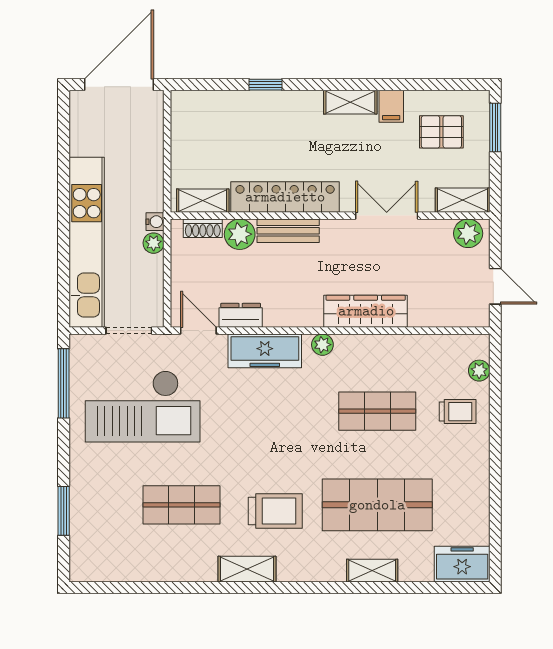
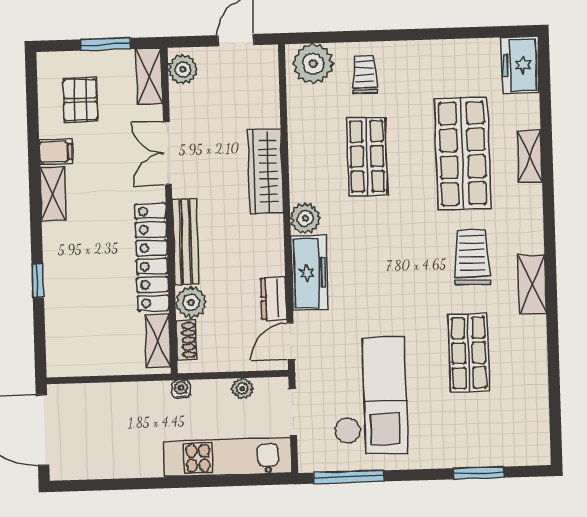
window: (495, 127) -> (106, 44), moved
bench: (288, 231) -> (186, 242), width x1.36
kitchen unit: (87, 242) -> (227, 457), width x0.73
plant: (154, 243) -> (242, 389), moved
plant: (322, 345) -> (305, 218), width x1.38, depth x1.38
plant: (479, 371) -> (313, 64), width x1.88, depth x1.88

